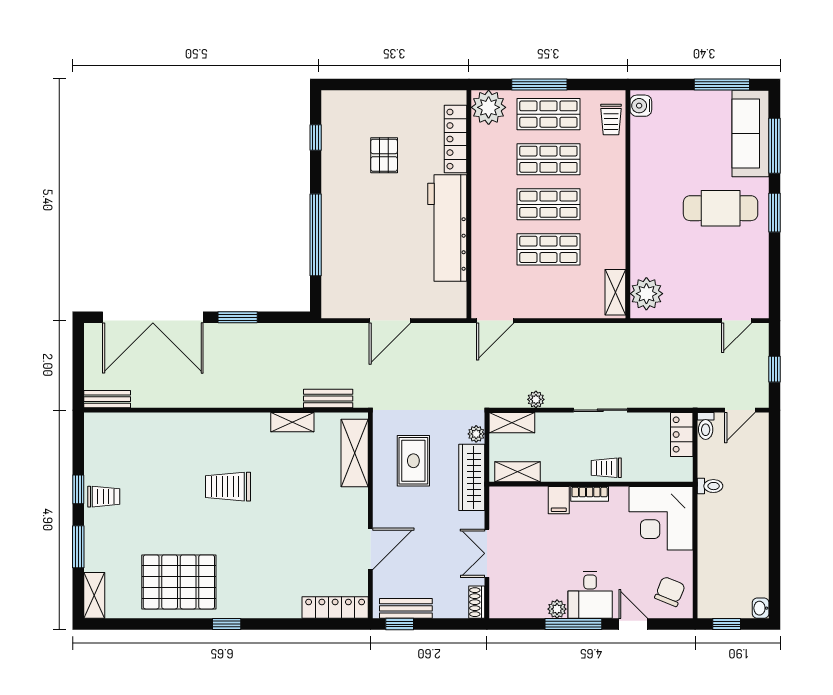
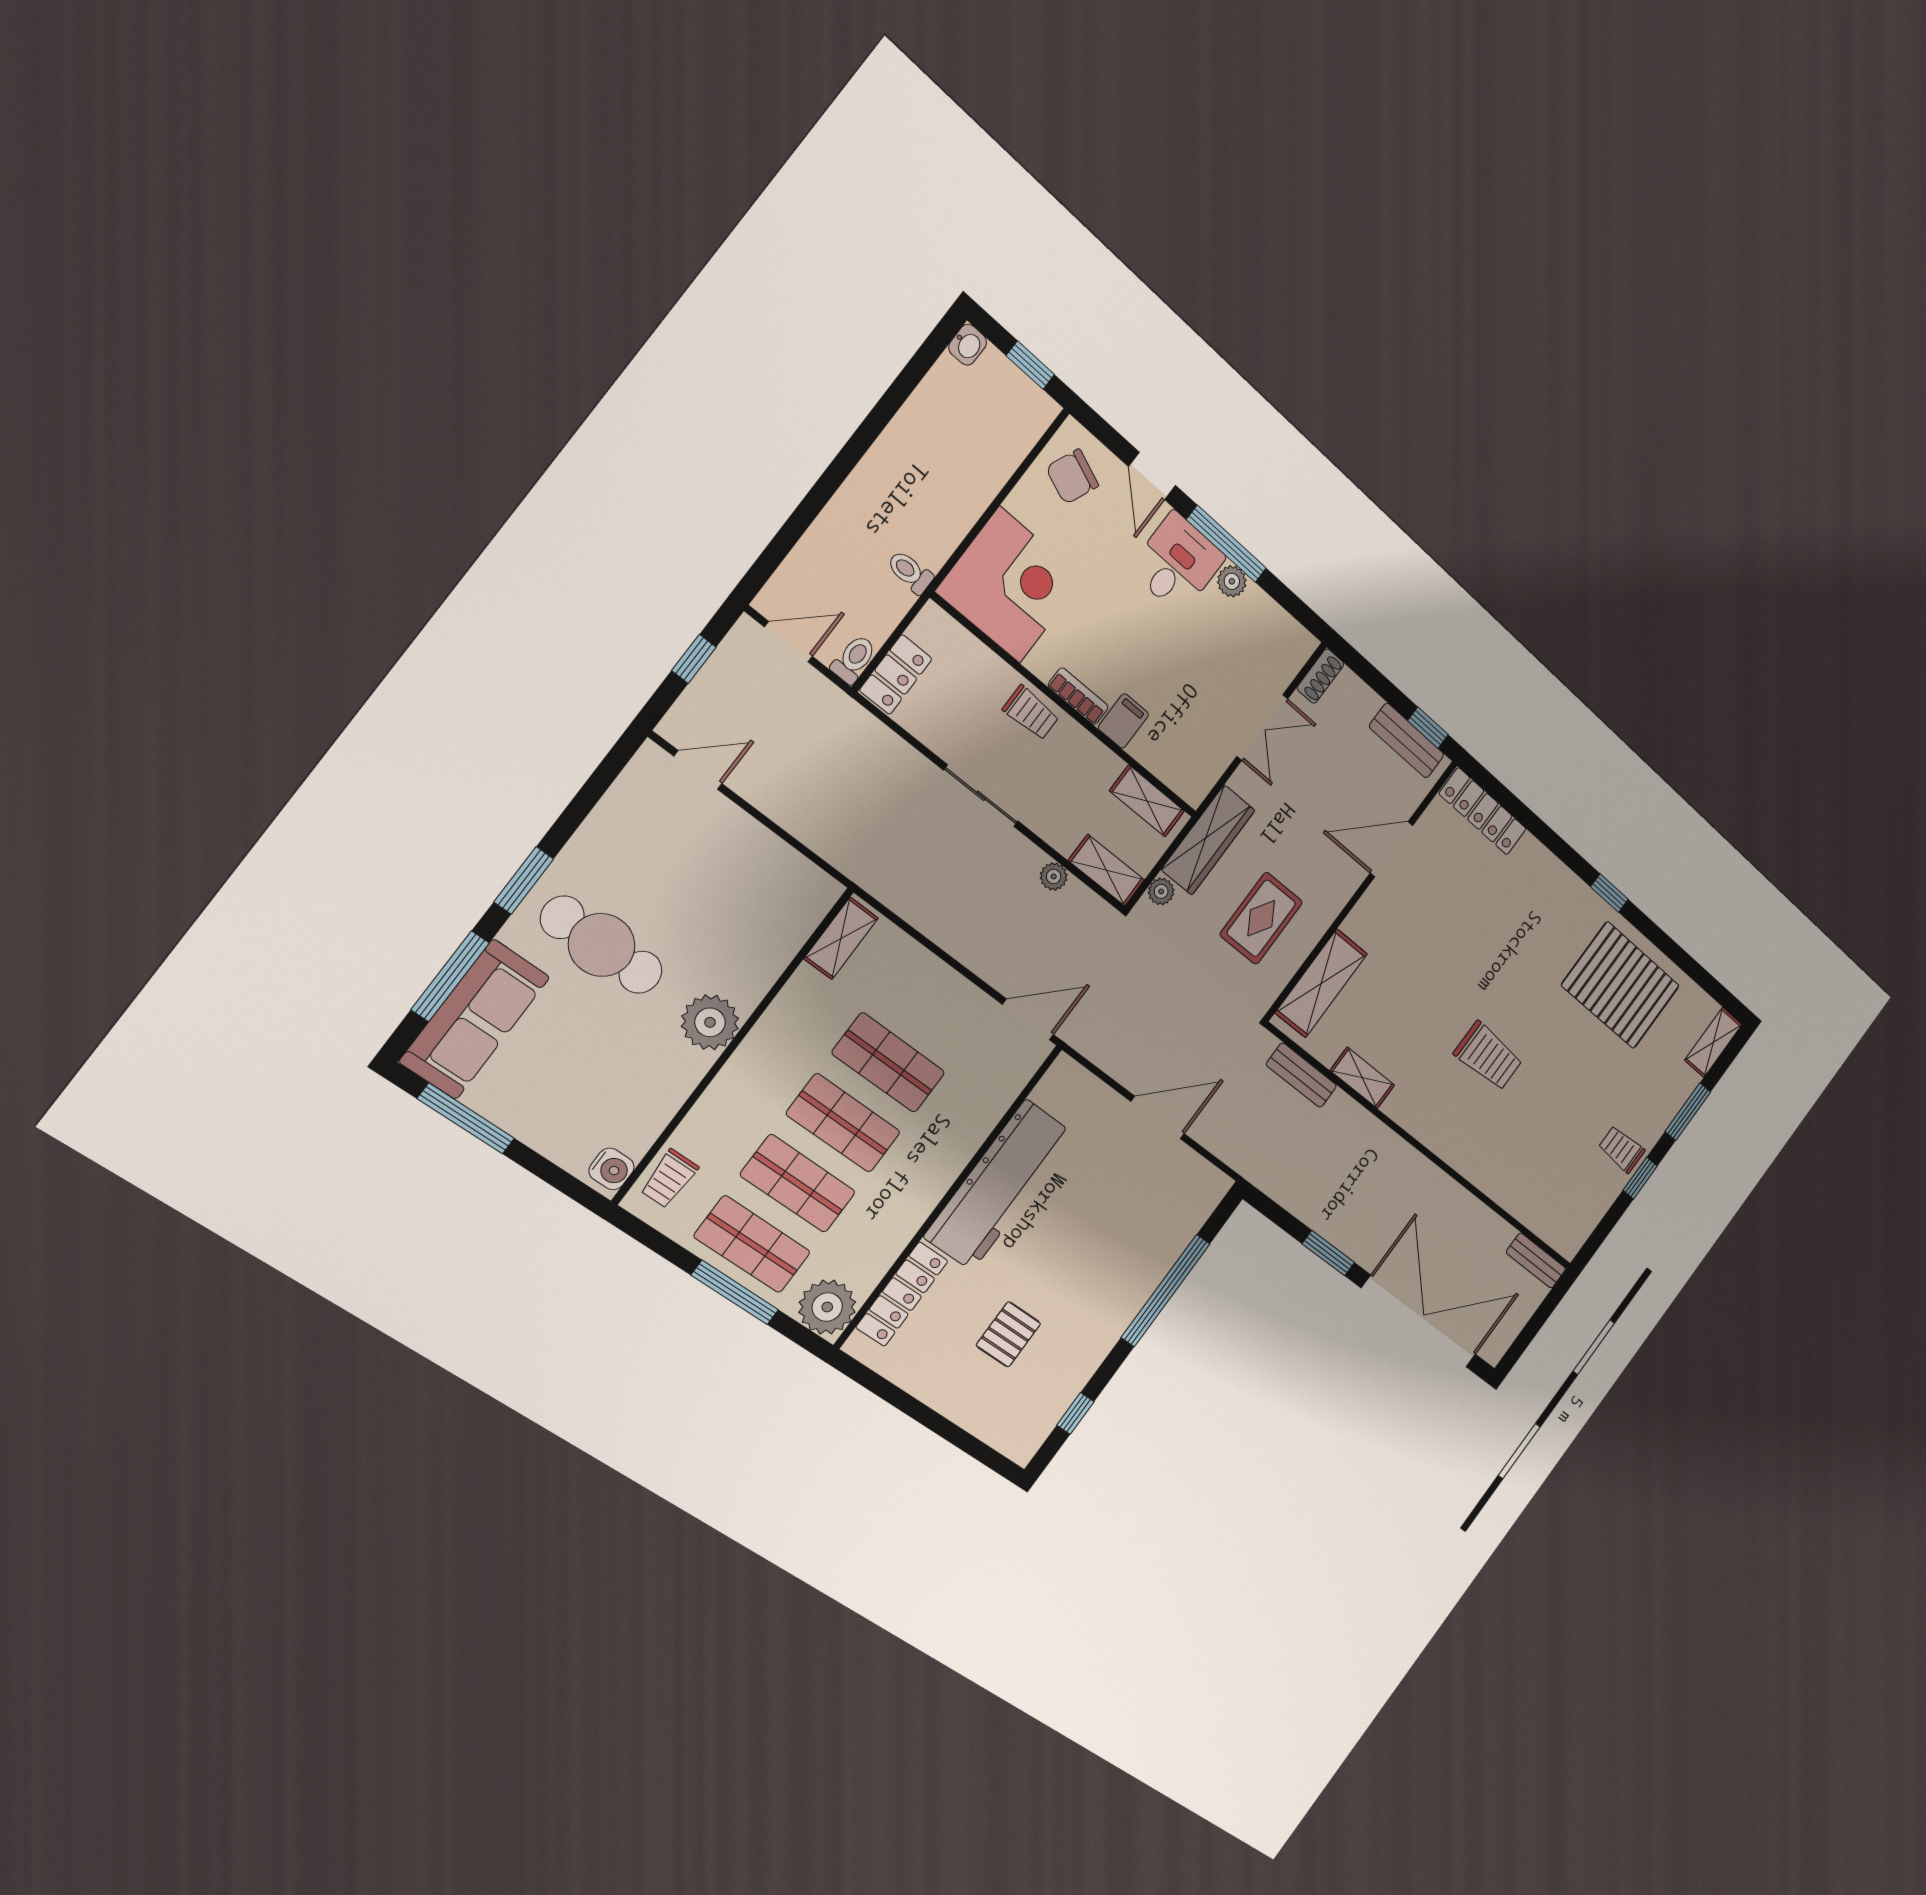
trolley: (611, 119) -> (669, 1179), turned 180
plant: (646, 294) -> (710, 1022), moved

